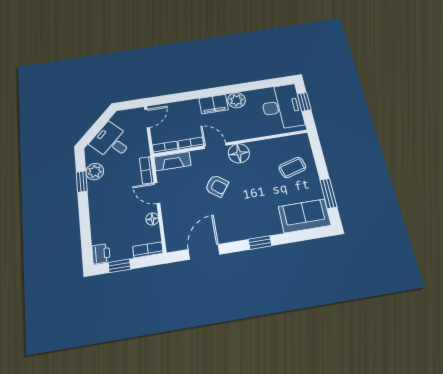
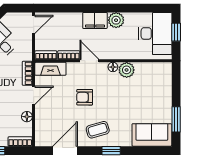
plant: (259, 149) -> (127, 70), added
floor lamp: (239, 153) -> (113, 67), width x0.53, depth x0.53
coffee table: (292, 167) -> (98, 130), moved
armchair: (217, 186) -> (85, 97), turned 143
door: (157, 193) -> (34, 95), swing flipped

